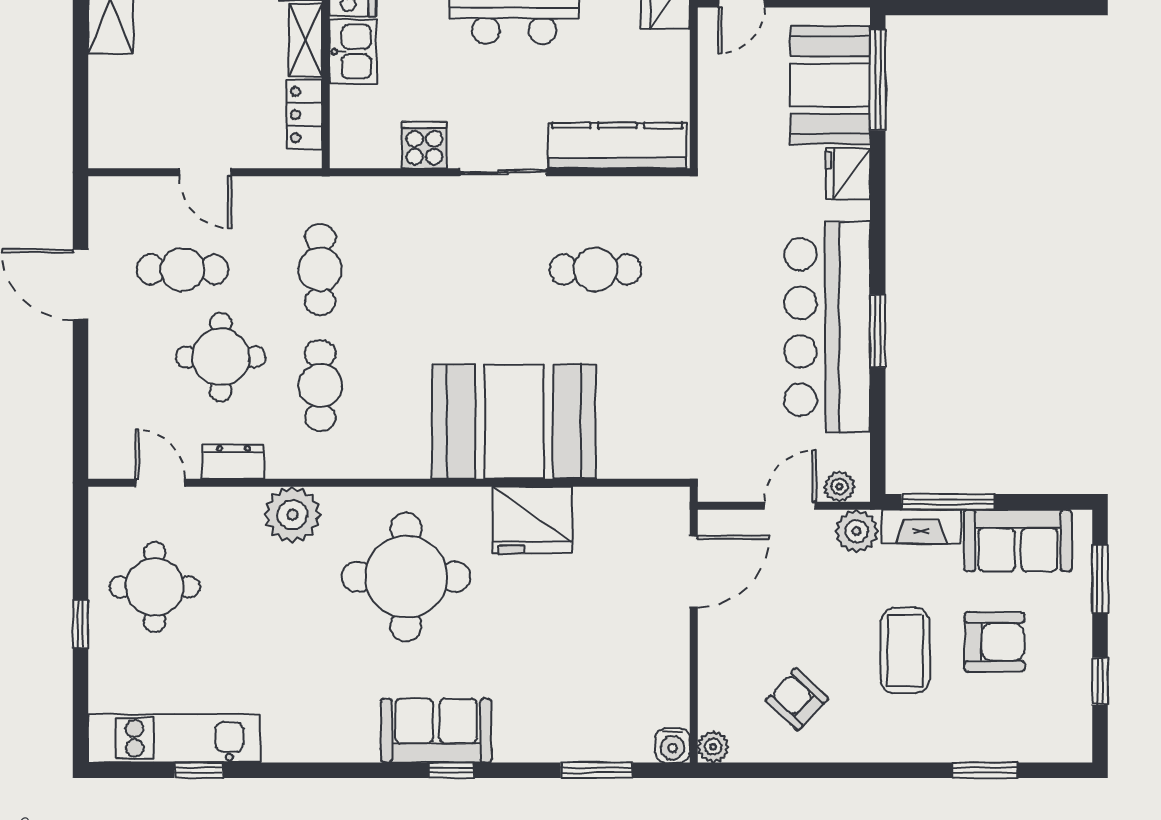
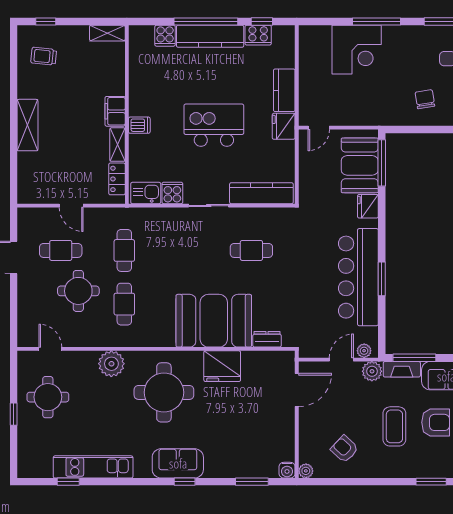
kitchen sink: (353, 52) -> (146, 193), moved, turned -90
dresser: (233, 462) -> (267, 339), moved
kitchen unit: (174, 738) -> (93, 467), moved

